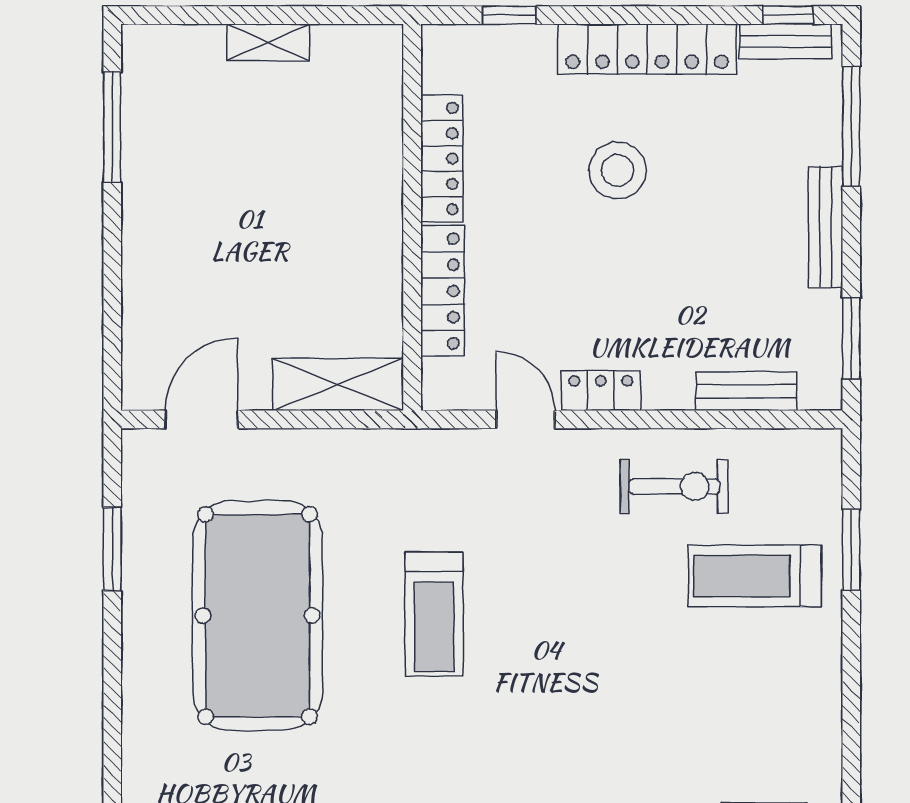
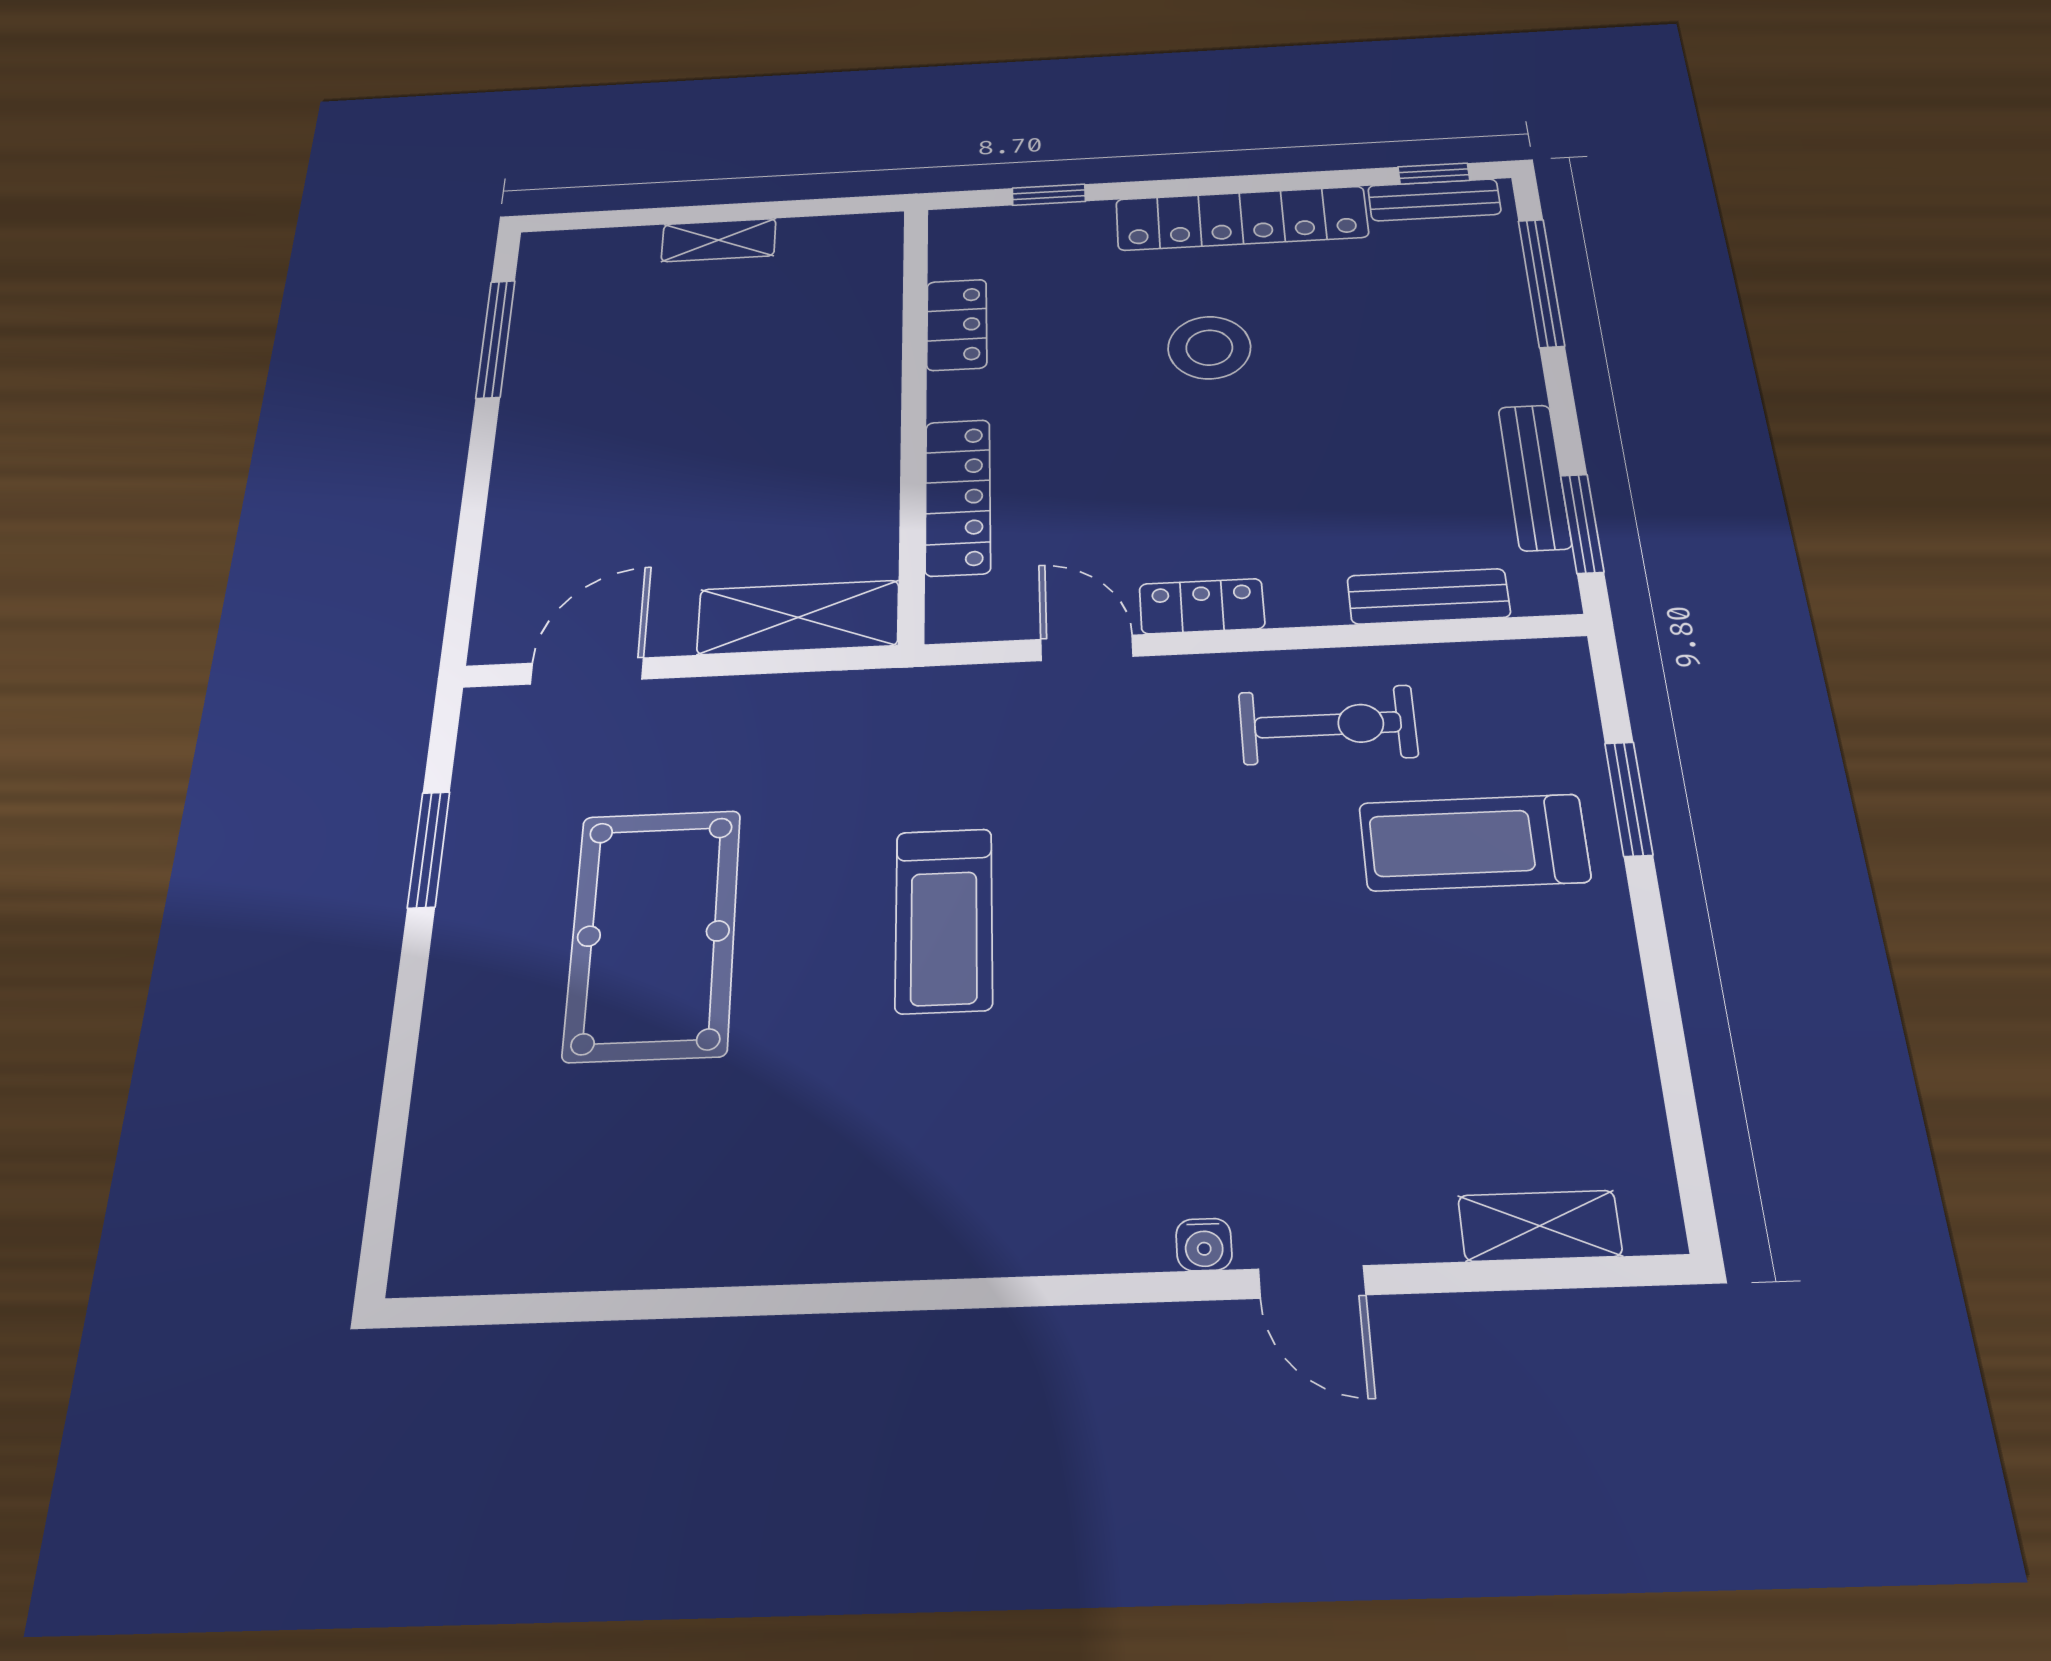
locker: (442, 159) -> (957, 325), width x0.66
bench: (825, 227) -> (1535, 477), moved
pool table: (258, 615) -> (653, 934), width x0.73, depth x0.76

